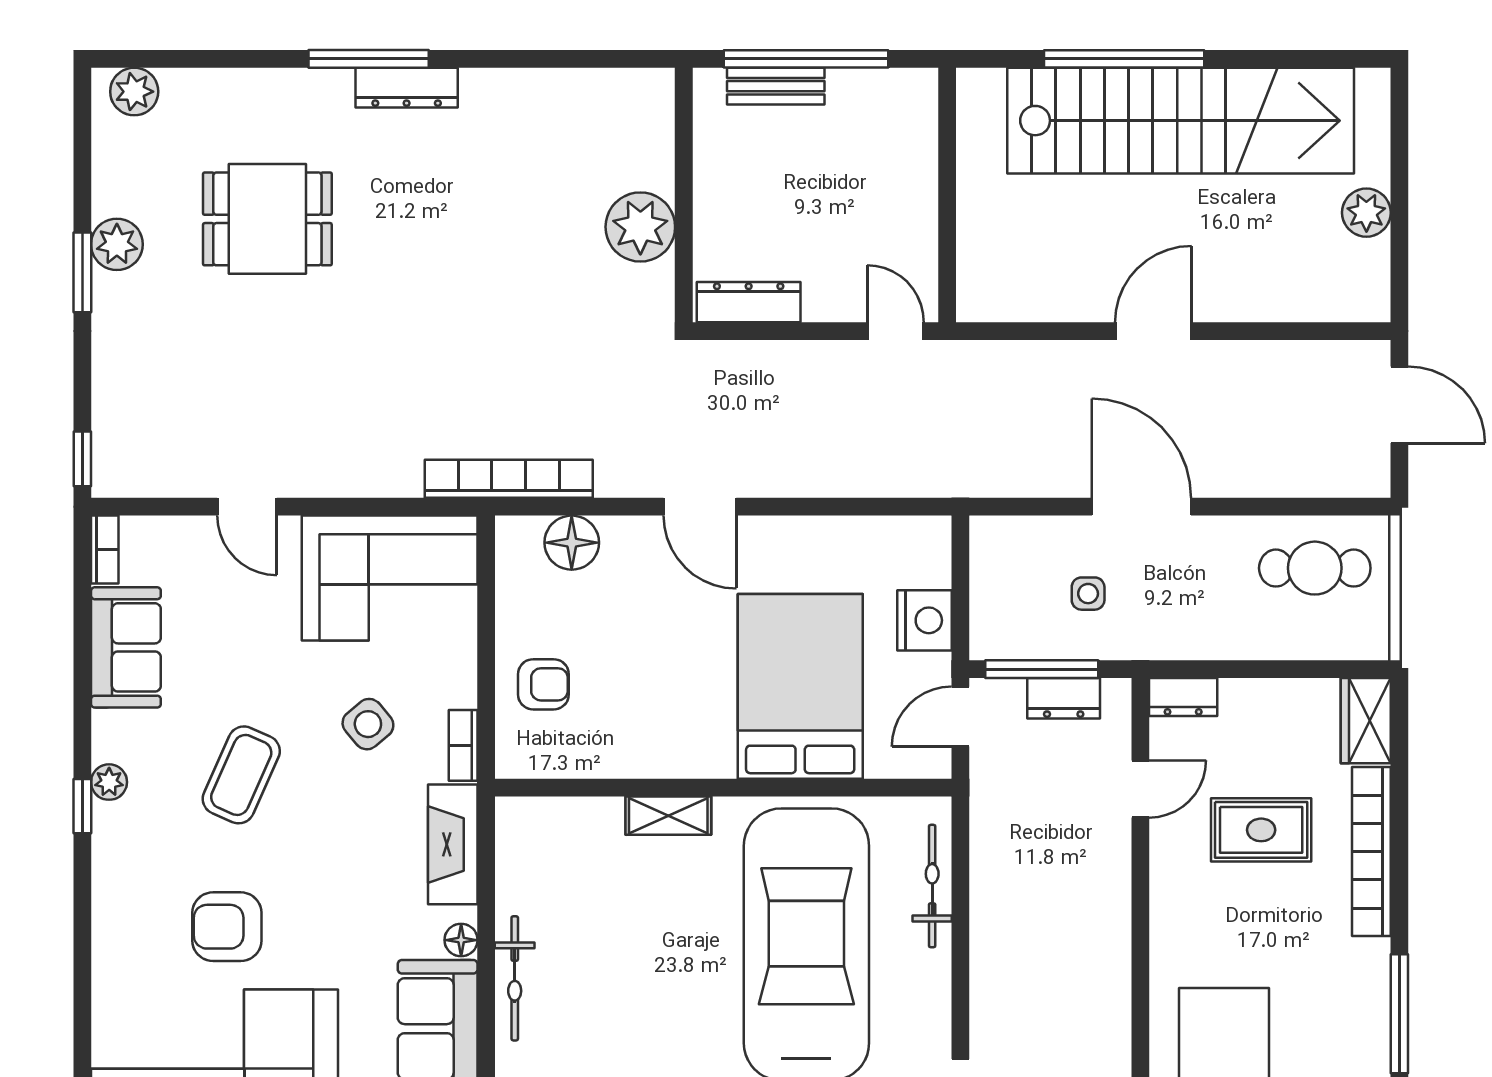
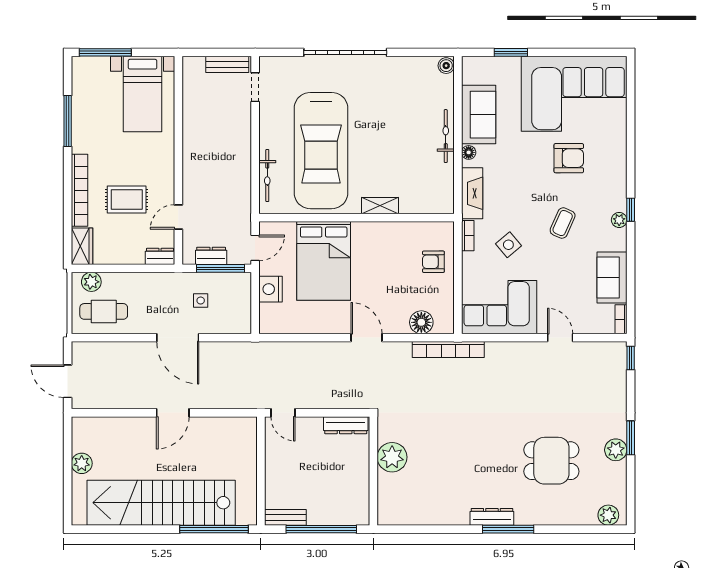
window: (1124, 59) -> (214, 529), moved
bench: (776, 86) -> (285, 517), moved
plant: (1344, 637) -> (91, 282), added
coffee table: (241, 775) -> (563, 223), width x0.73, depth x0.77

